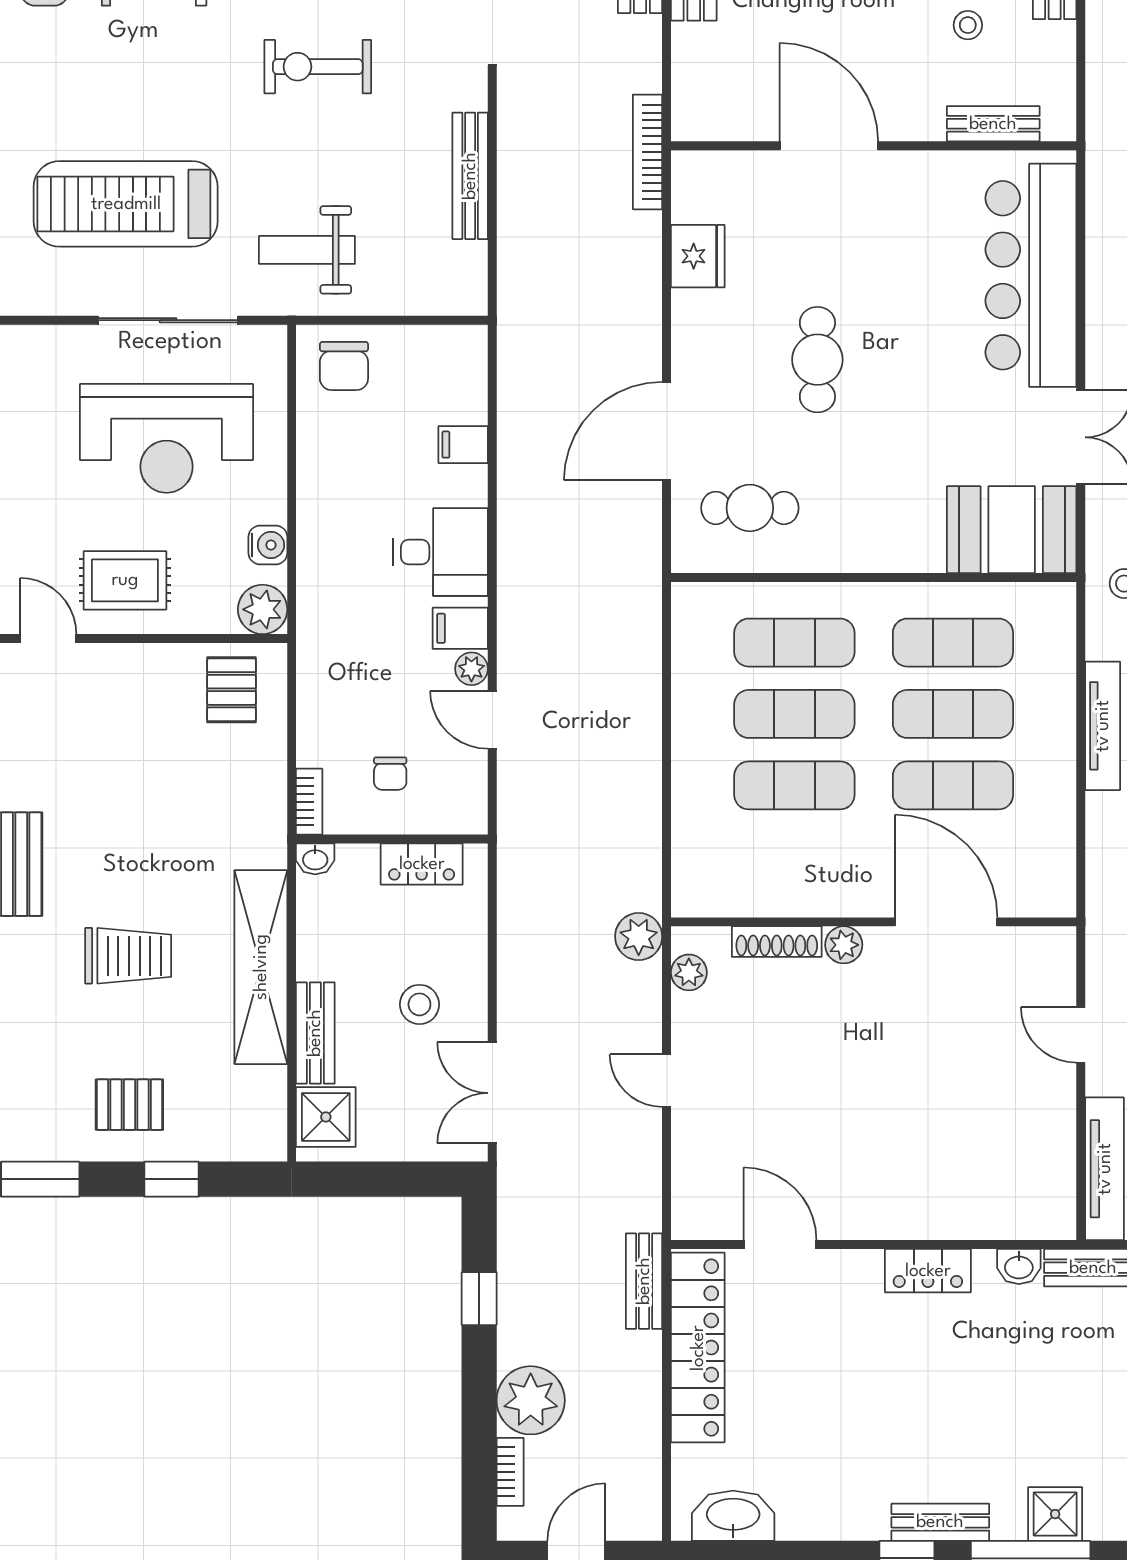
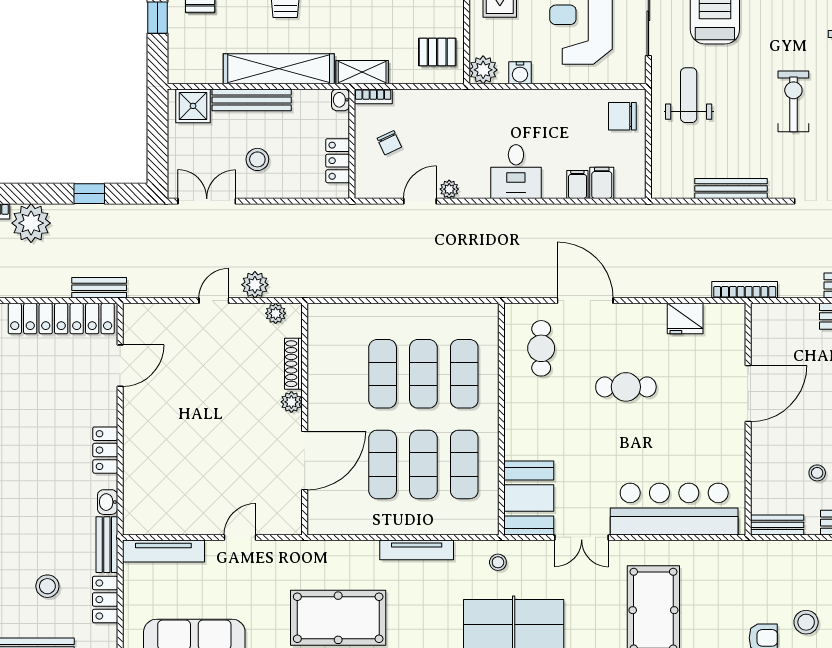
bench: (993, 124) -> (777, 525), moved, turned 90
filing cabinet: (460, 628) -> (602, 183), moved
chair: (390, 774) -> (389, 143), turned -115
shelving: (267, 821) -> (362, 72), added
plant: (639, 937) -> (255, 285), moved
bench: (315, 1033) -> (252, 100), width x1.36

